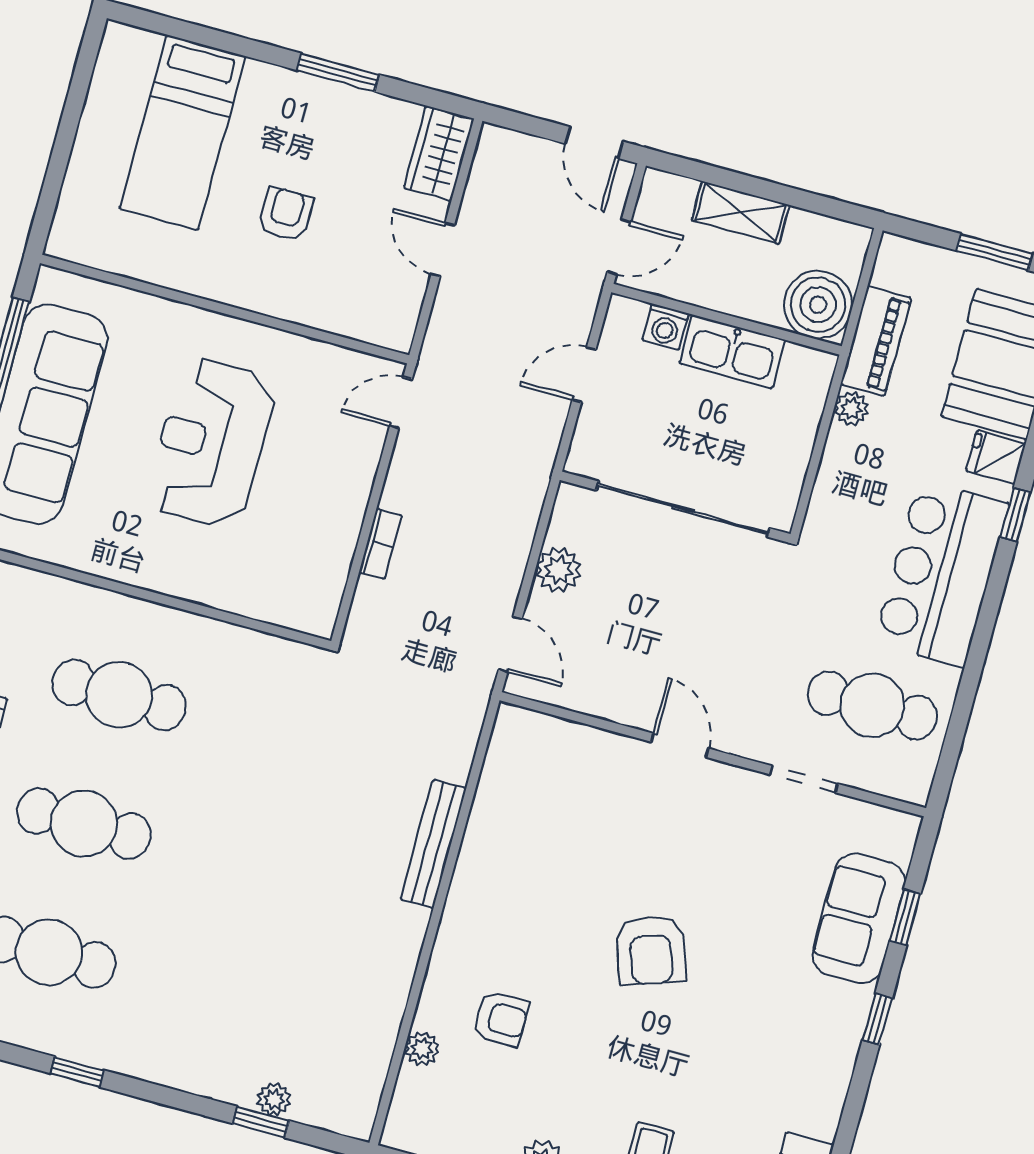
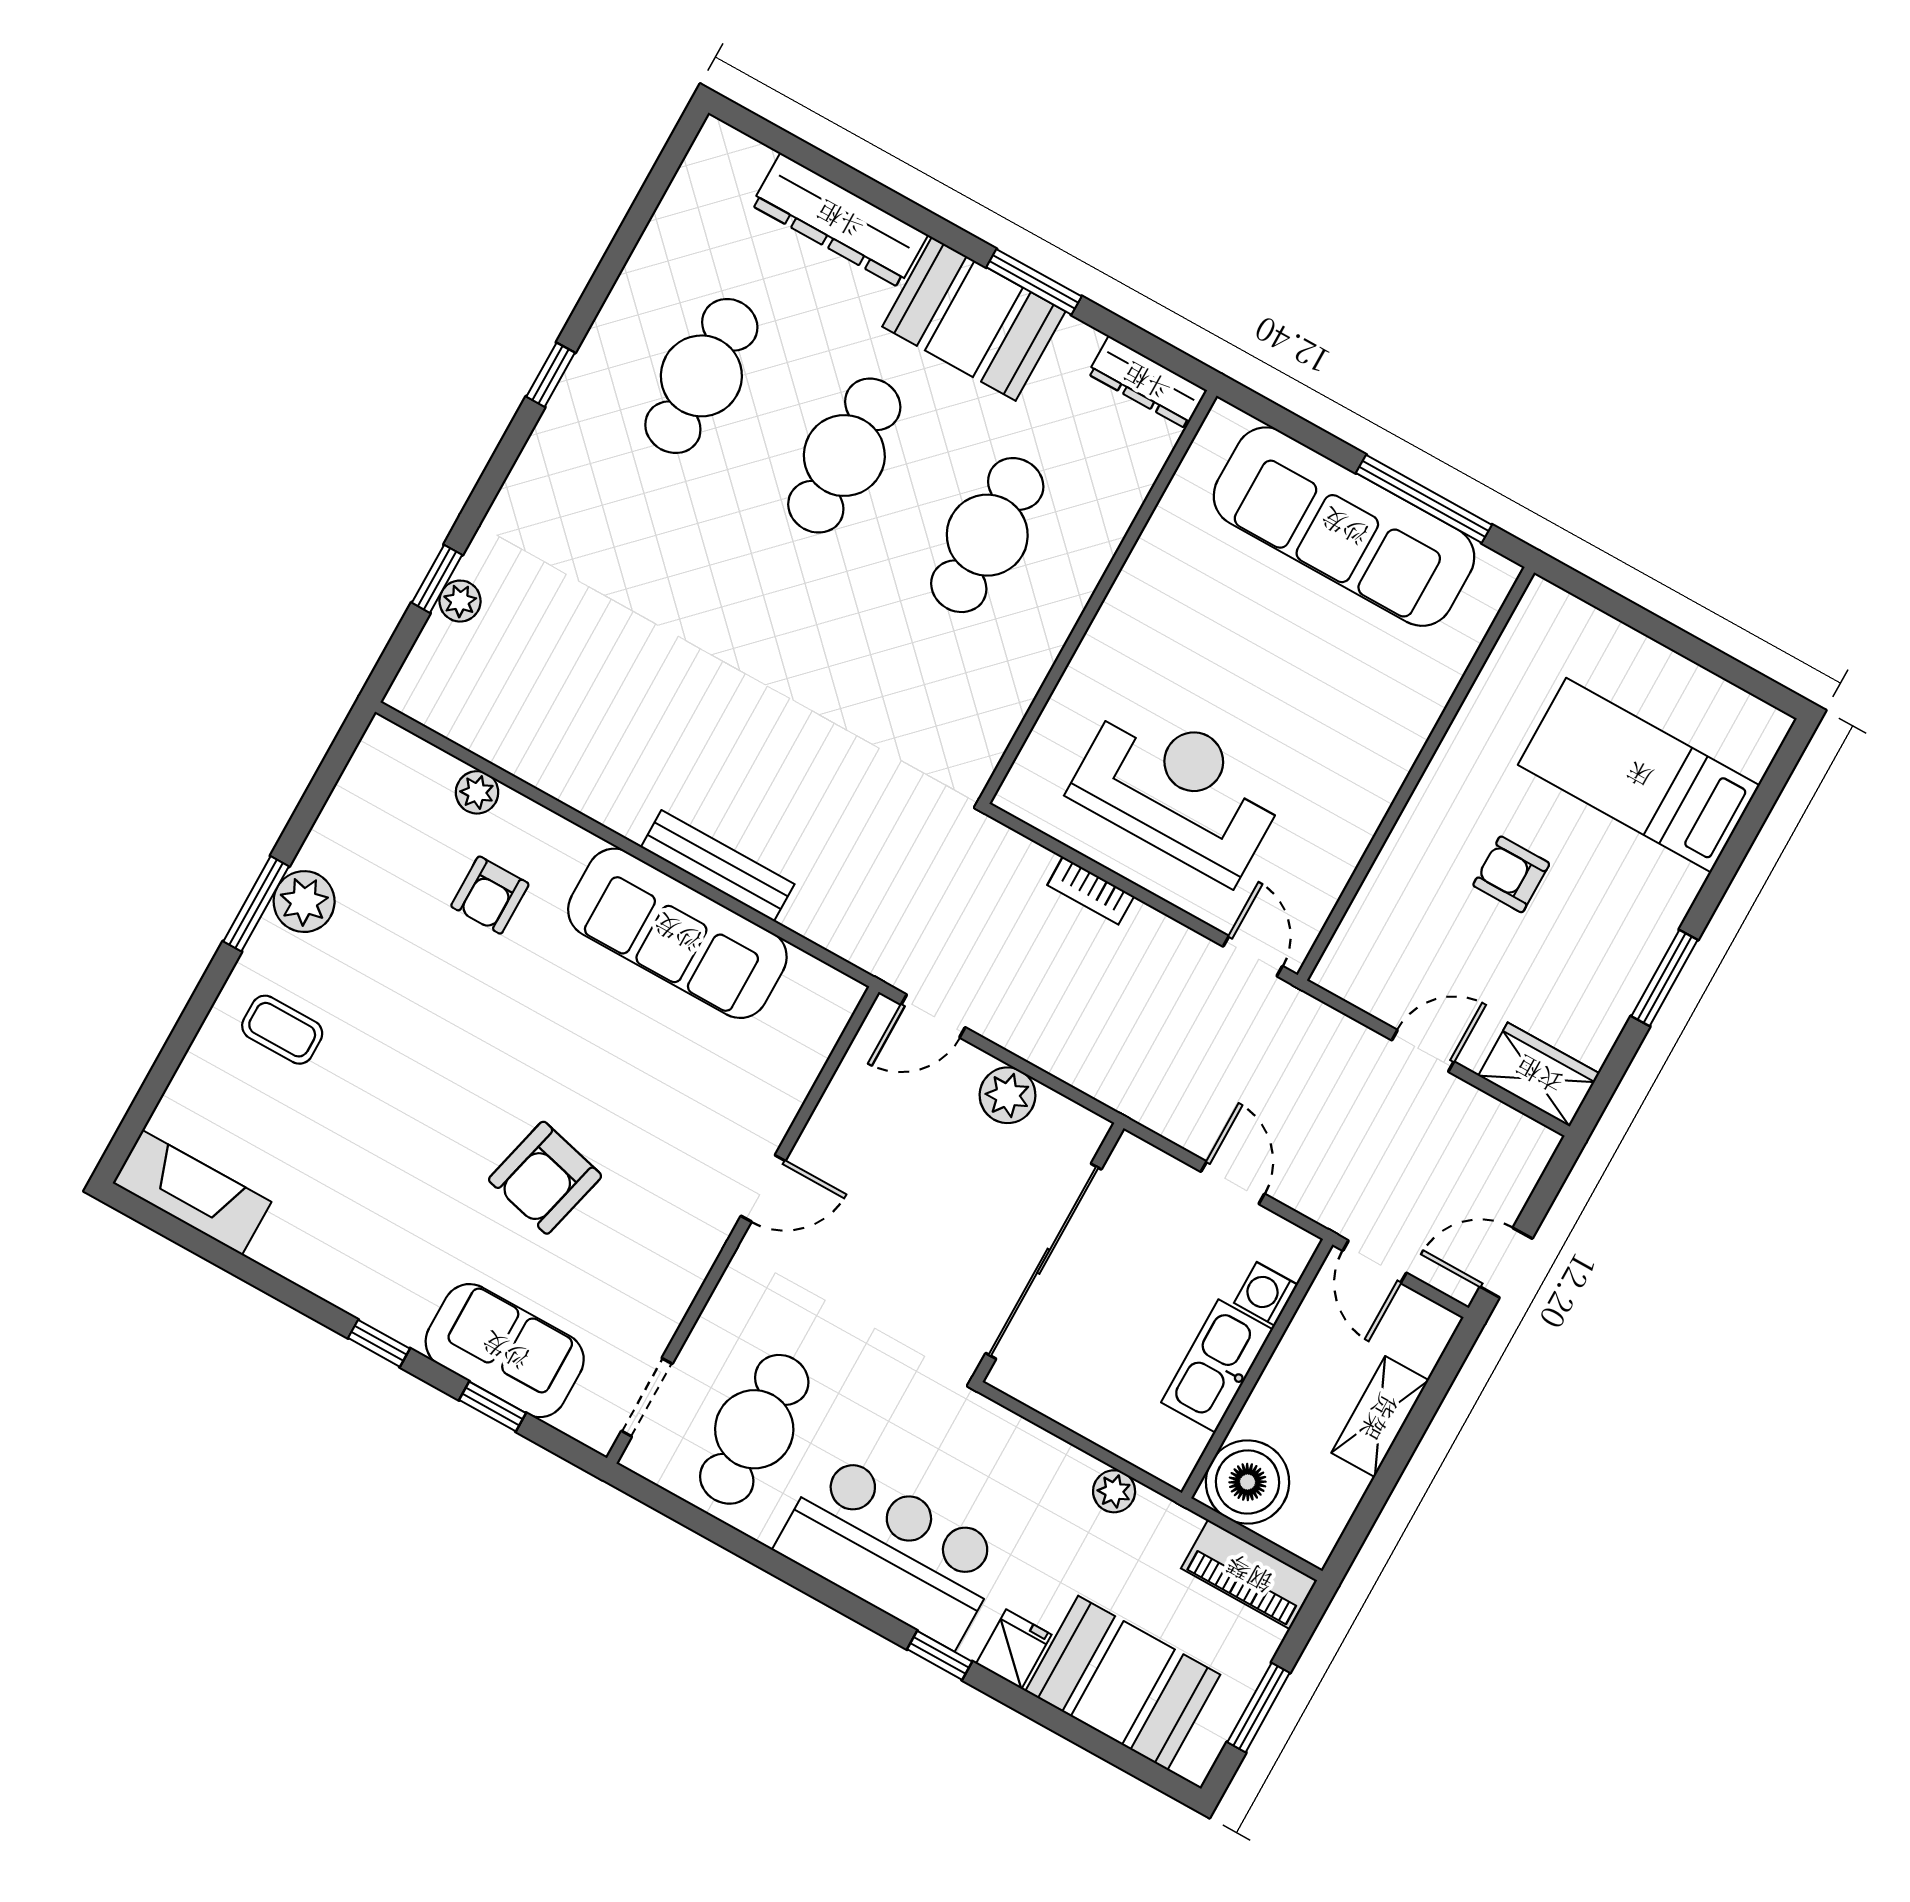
armchair: (286, 214) -> (1511, 874), turned 180
piano: (876, 341) -> (1249, 1574), moved
reception desk: (211, 443) -> (1178, 789), moved
doorway: (804, 779) -> (647, 1397), moved
sofa: (495, 863) -> (677, 933), added
armchair: (651, 950) -> (545, 1178), moved, turned -57

